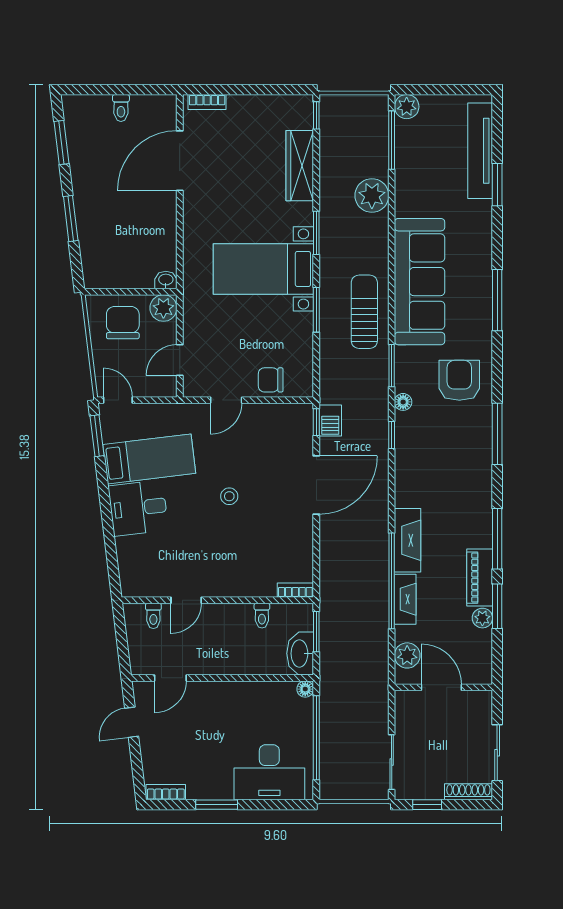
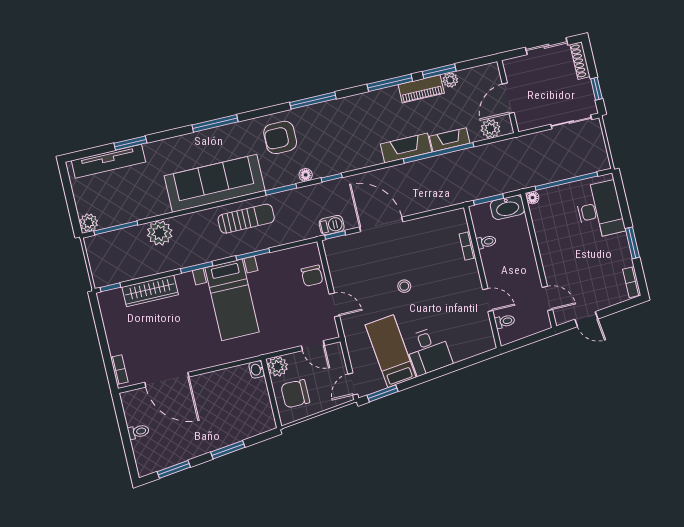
sun lounger: (364, 312) -> (246, 219), turned 180
bookcase: (295, 590) -> (467, 246), moved

